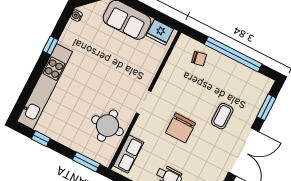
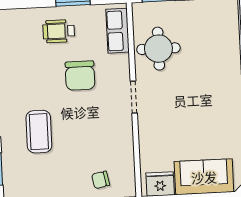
coffee table: (222, 116) -> (39, 132), width x1.36, depth x1.30
chair: (181, 128) -> (80, 76), moved, turned 180

